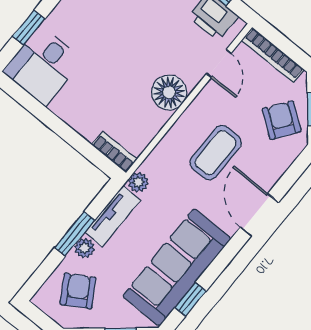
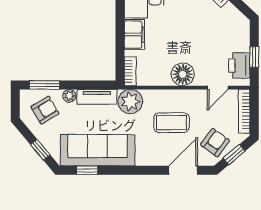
filing cabinet: (75, 111) -> (134, 35), added
plant: (138, 182) -> (130, 101), width x1.88, depth x1.88
door: (259, 215) -> (183, 170), moved
window: (75, 234) -> (45, 85), moved

